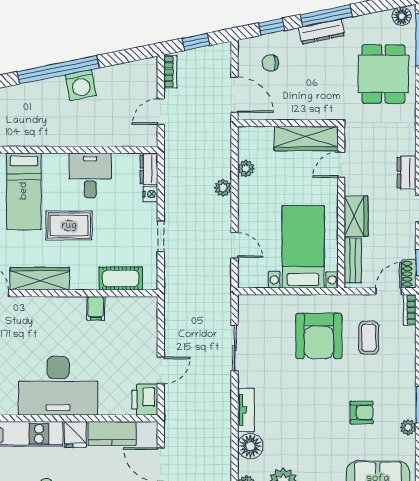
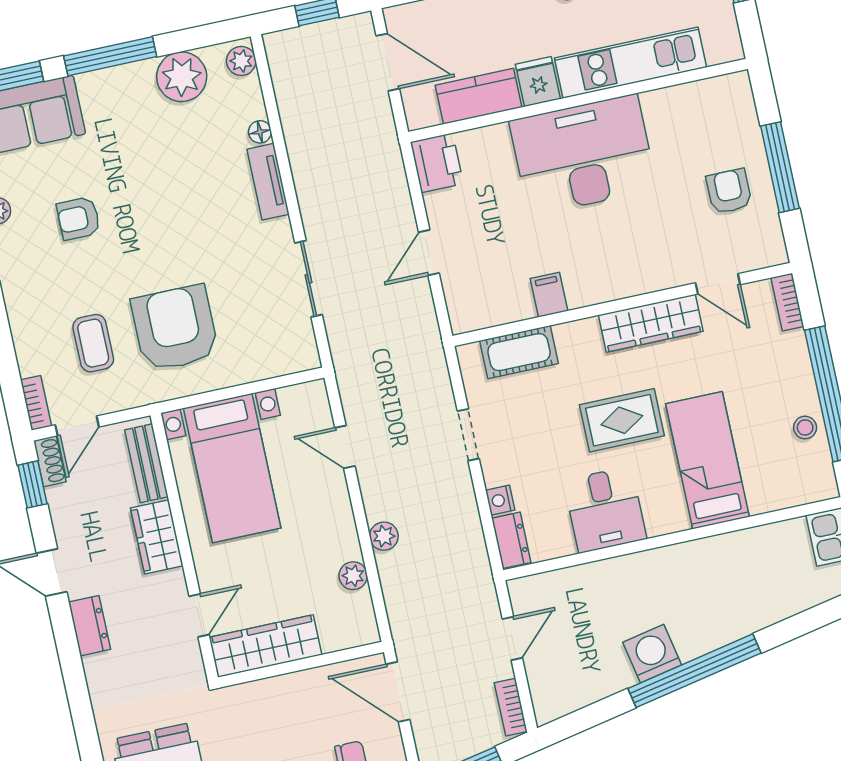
door: (161, 370) -> (429, 253), moved
floor lamp: (250, 446) -> (260, 132), width x0.53, depth x0.53

